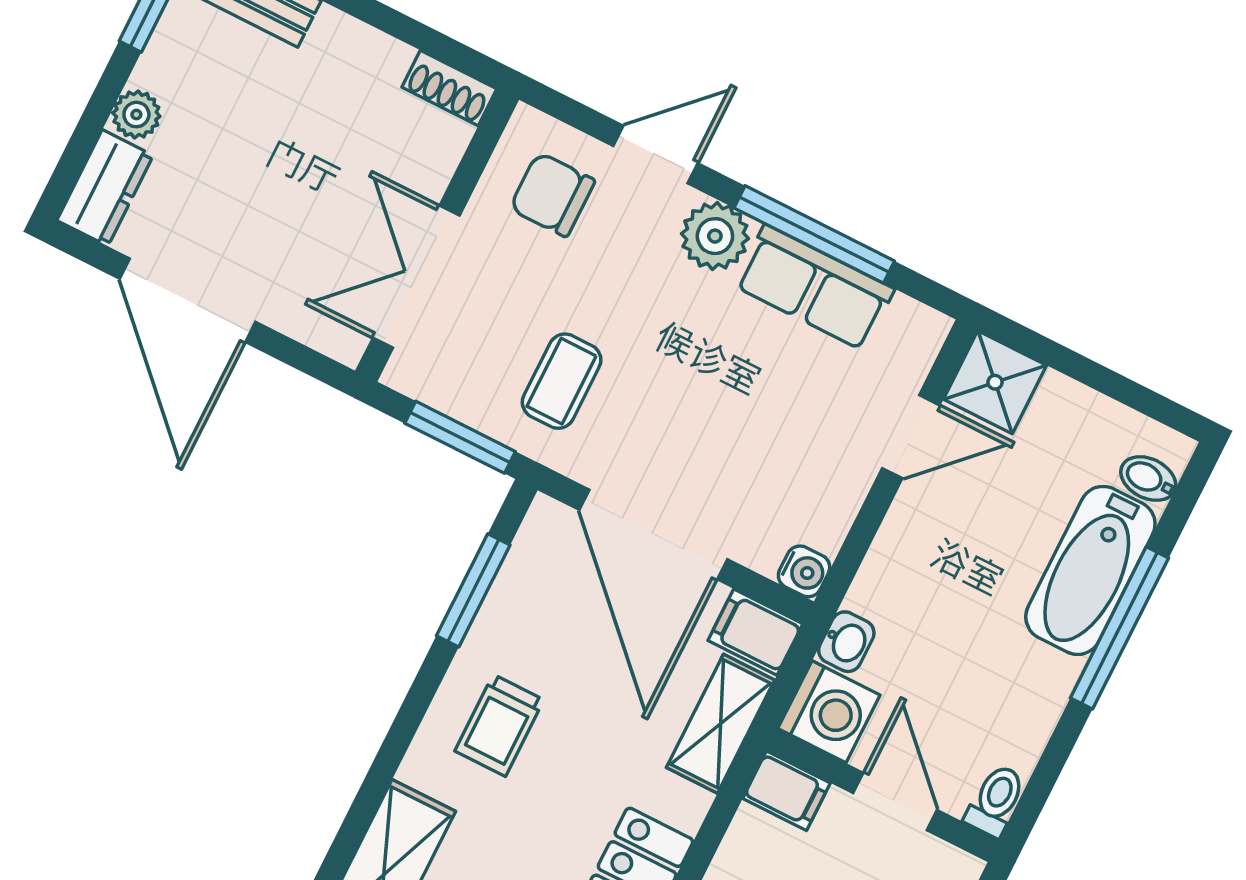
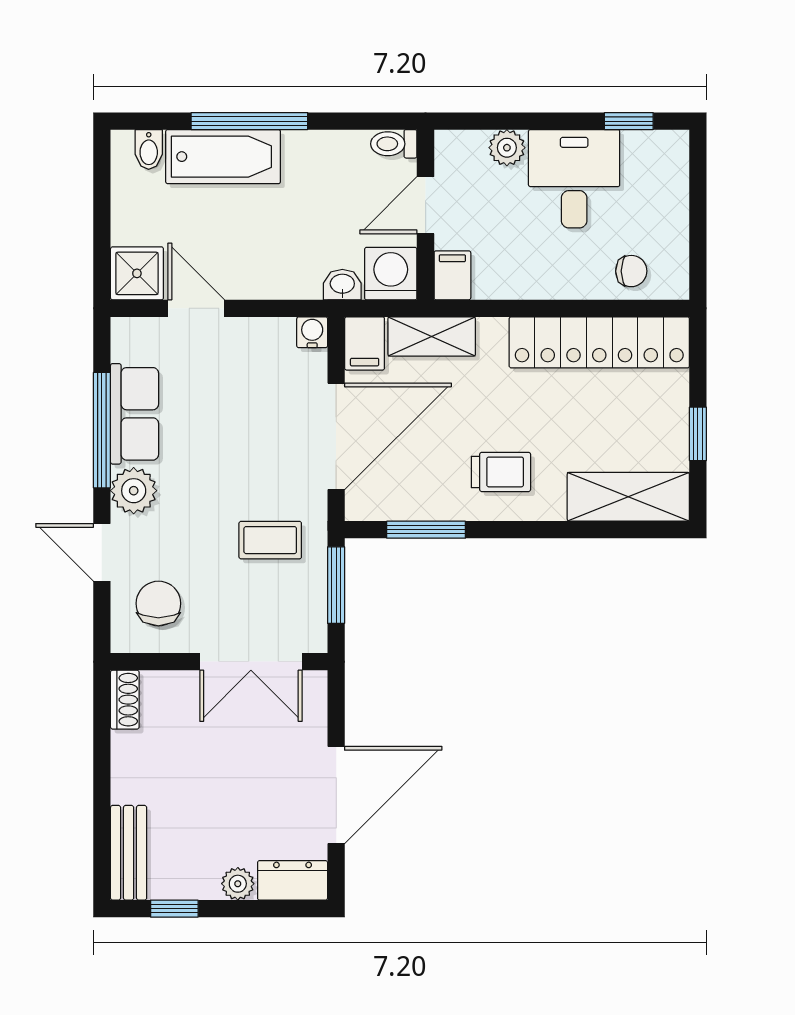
chair: (552, 195) -> (158, 603), turned 180

